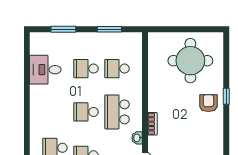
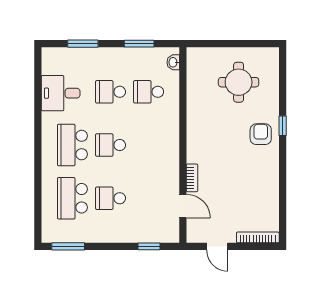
round table: (190, 61) -> (239, 82), width x0.73, depth x0.73
school desk: (117, 112) -> (72, 145), moved
bookcase: (152, 124) -> (192, 178), moved
washbasin: (137, 138) -> (173, 62), moved

